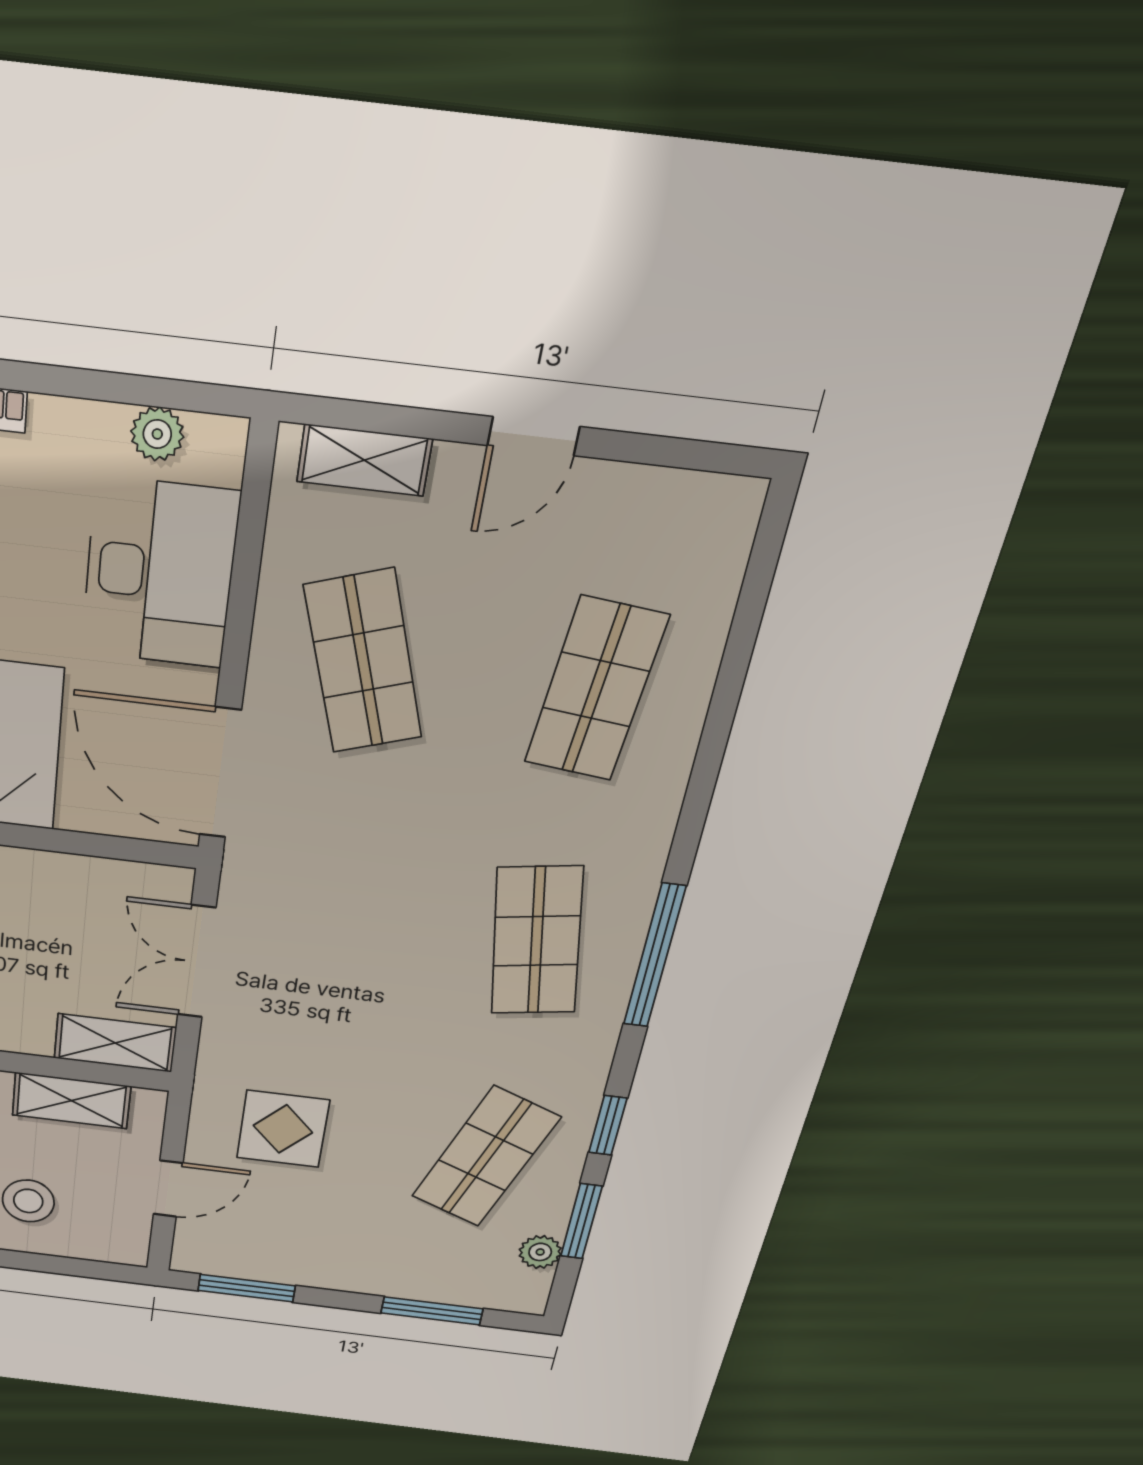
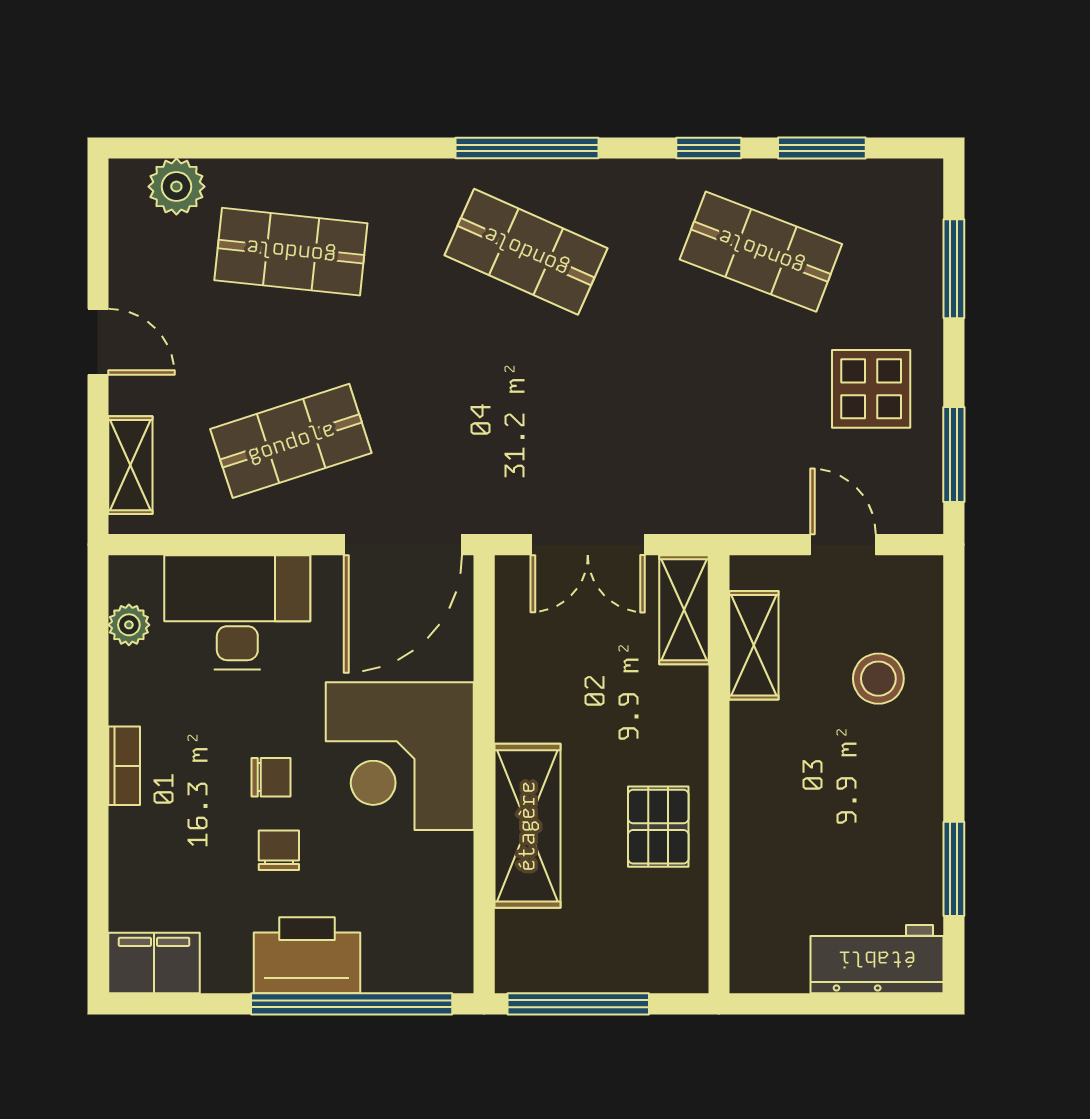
shop shelf: (537, 941) -> (526, 252), turned 33
display table: (283, 1129) -> (871, 389), moved
plant: (540, 1252) -> (176, 187), moved, width x1.38, depth x1.38

